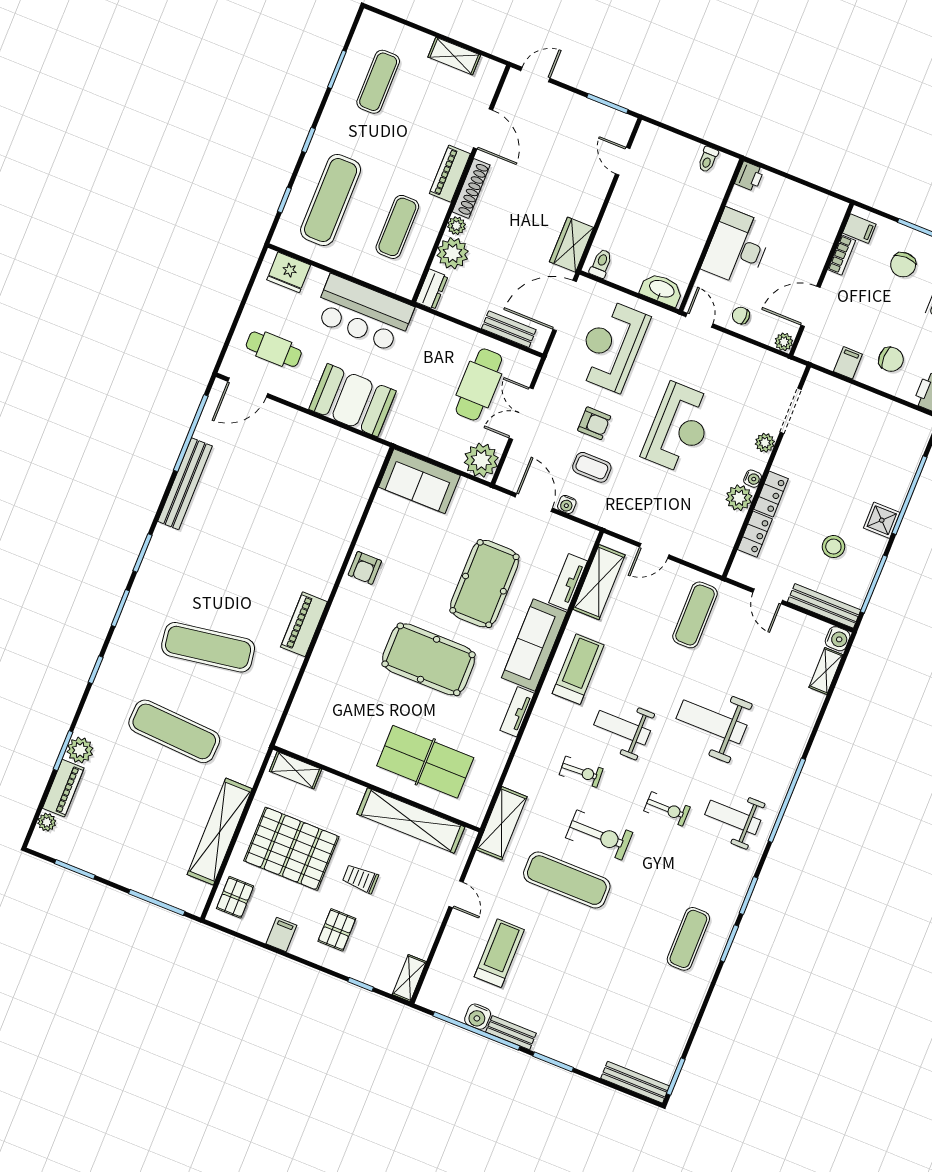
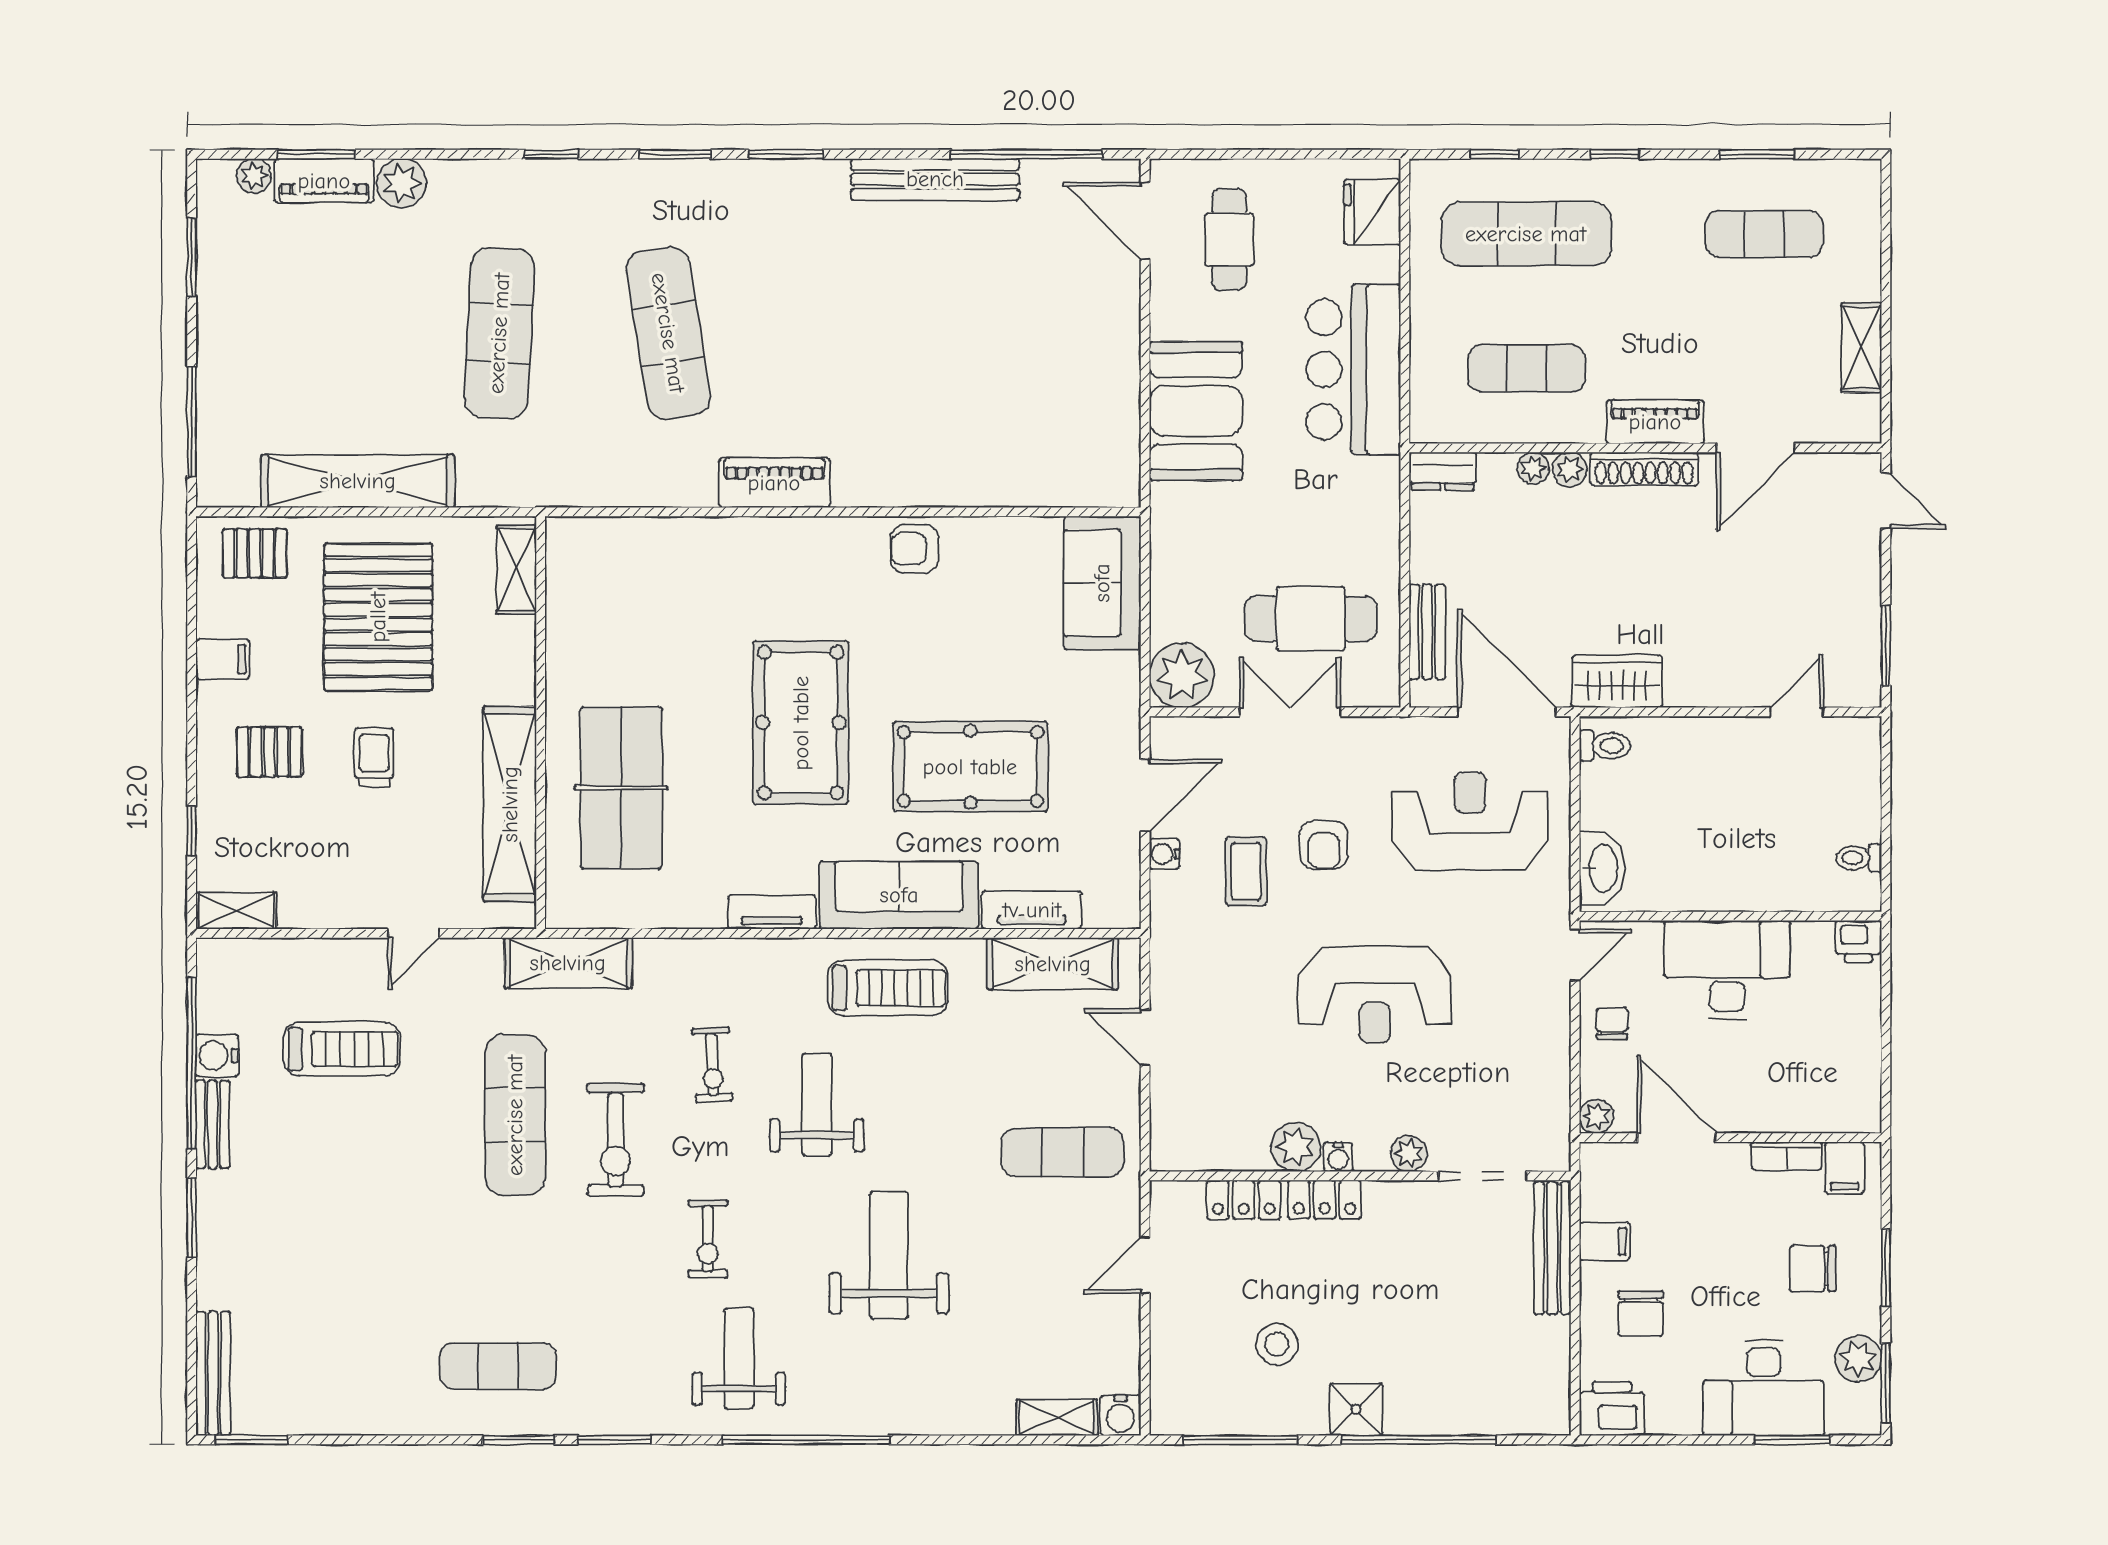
plant: (453, 253) -> (1533, 468), width x0.53, depth x0.53
bench: (824, 606) -> (1552, 1248), moved
window: (63, 751) -> (316, 154), moved

